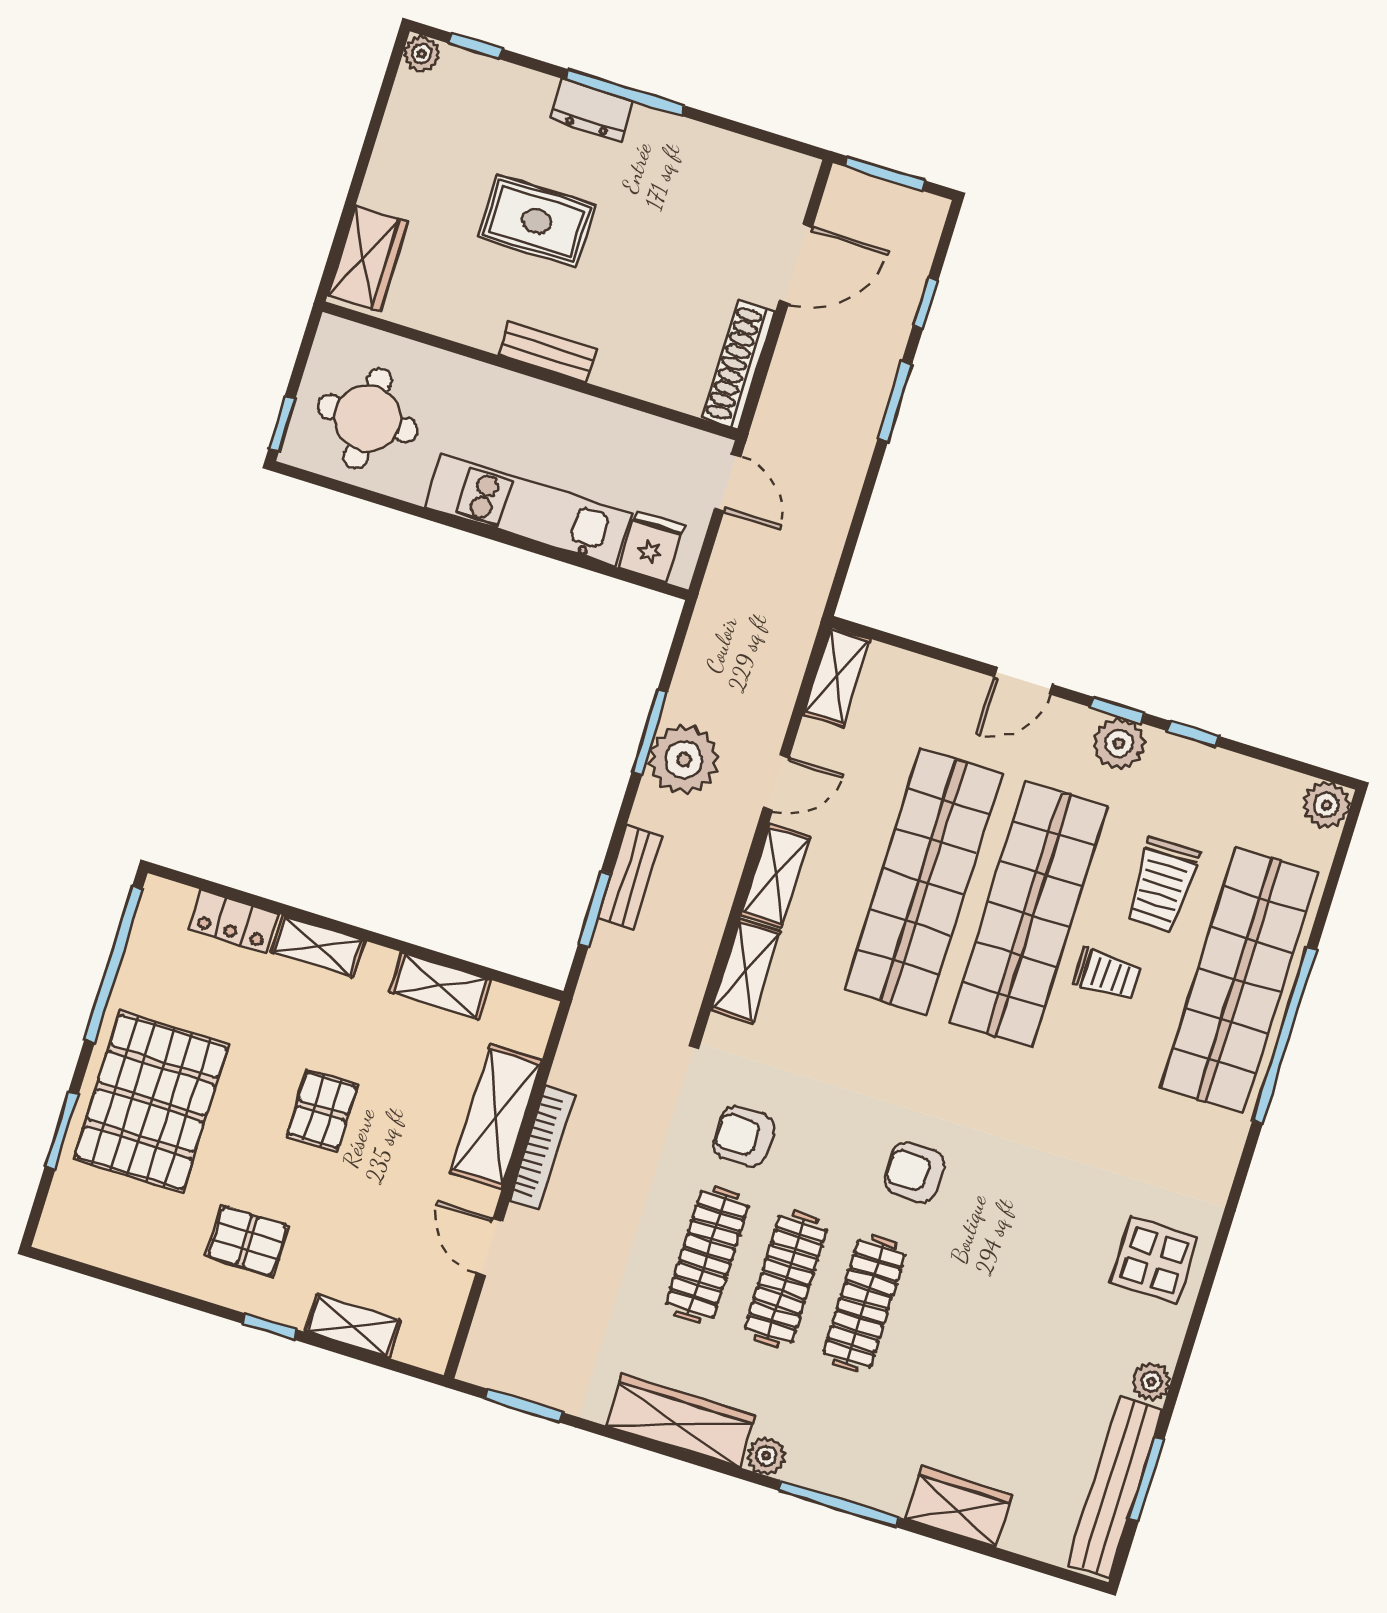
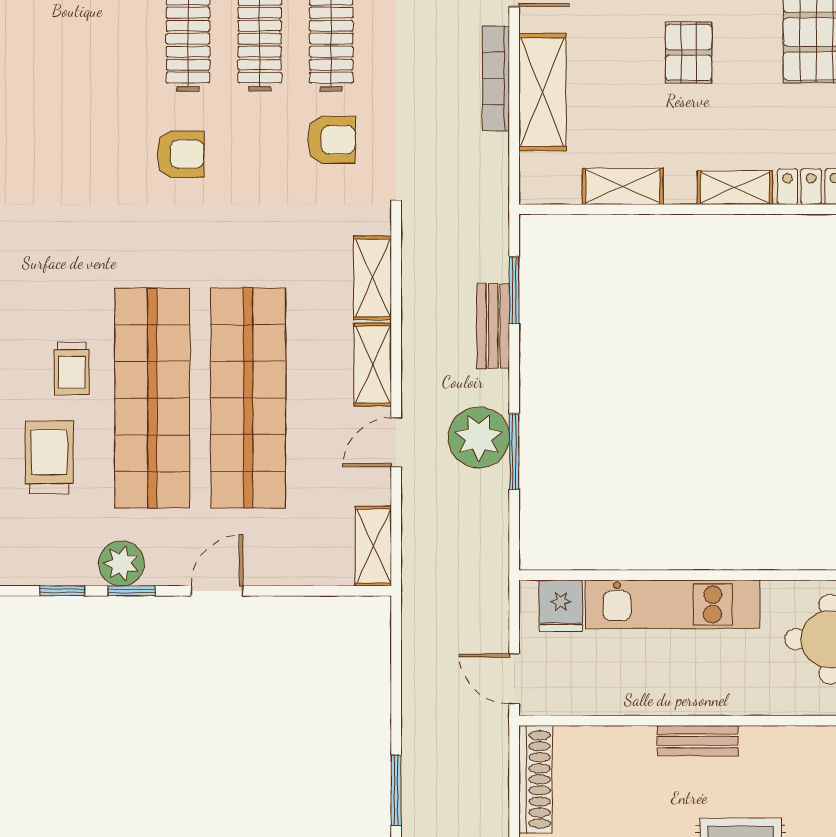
trolley: (1107, 974) -> (72, 369), turned -90

